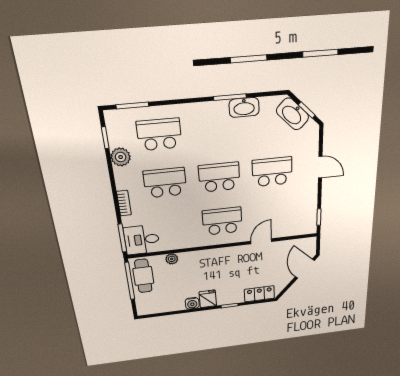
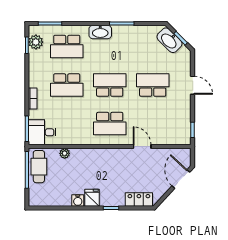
washbasin: (244, 107) -> (100, 32), moved
school desk: (159, 134) -> (67, 47), turned 180
plant: (121, 157) -> (36, 42), moved
school desk: (165, 183) -> (67, 85), turned 180
school desk: (222, 221) -> (110, 124), turned 180
door: (261, 241) -> (142, 147), hinge flipped

